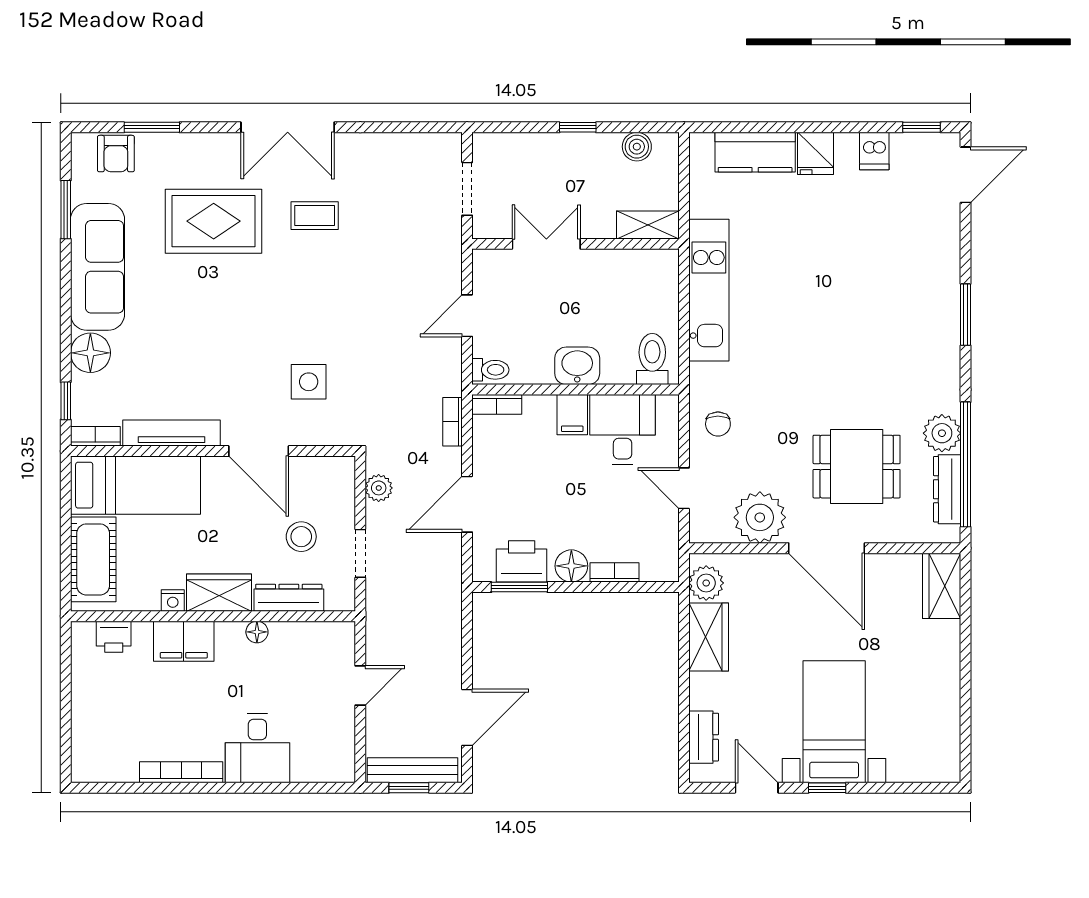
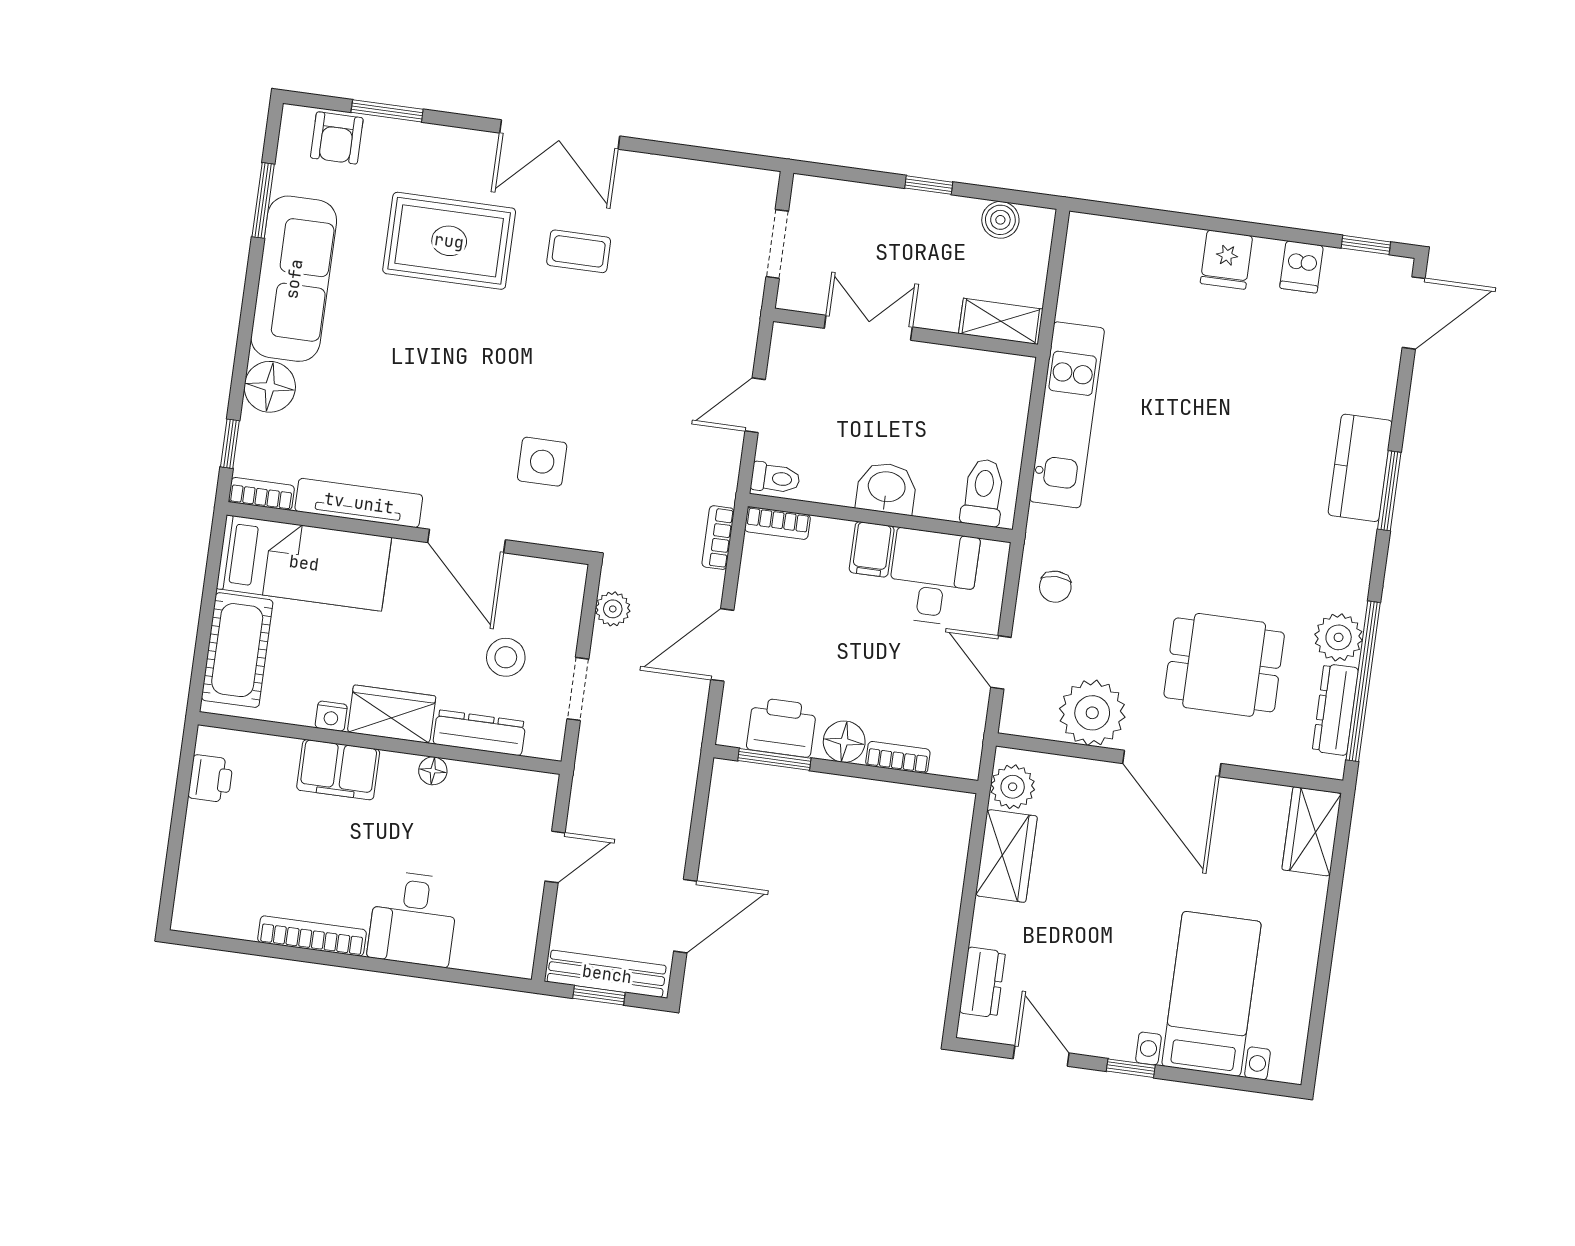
kitchen counter: (755, 152) -> (1360, 468), moved, turned 90
printer: (114, 637) -> (211, 779), moved, turned -90
bed with nightstands: (834, 722) -> (1212, 994), moved

